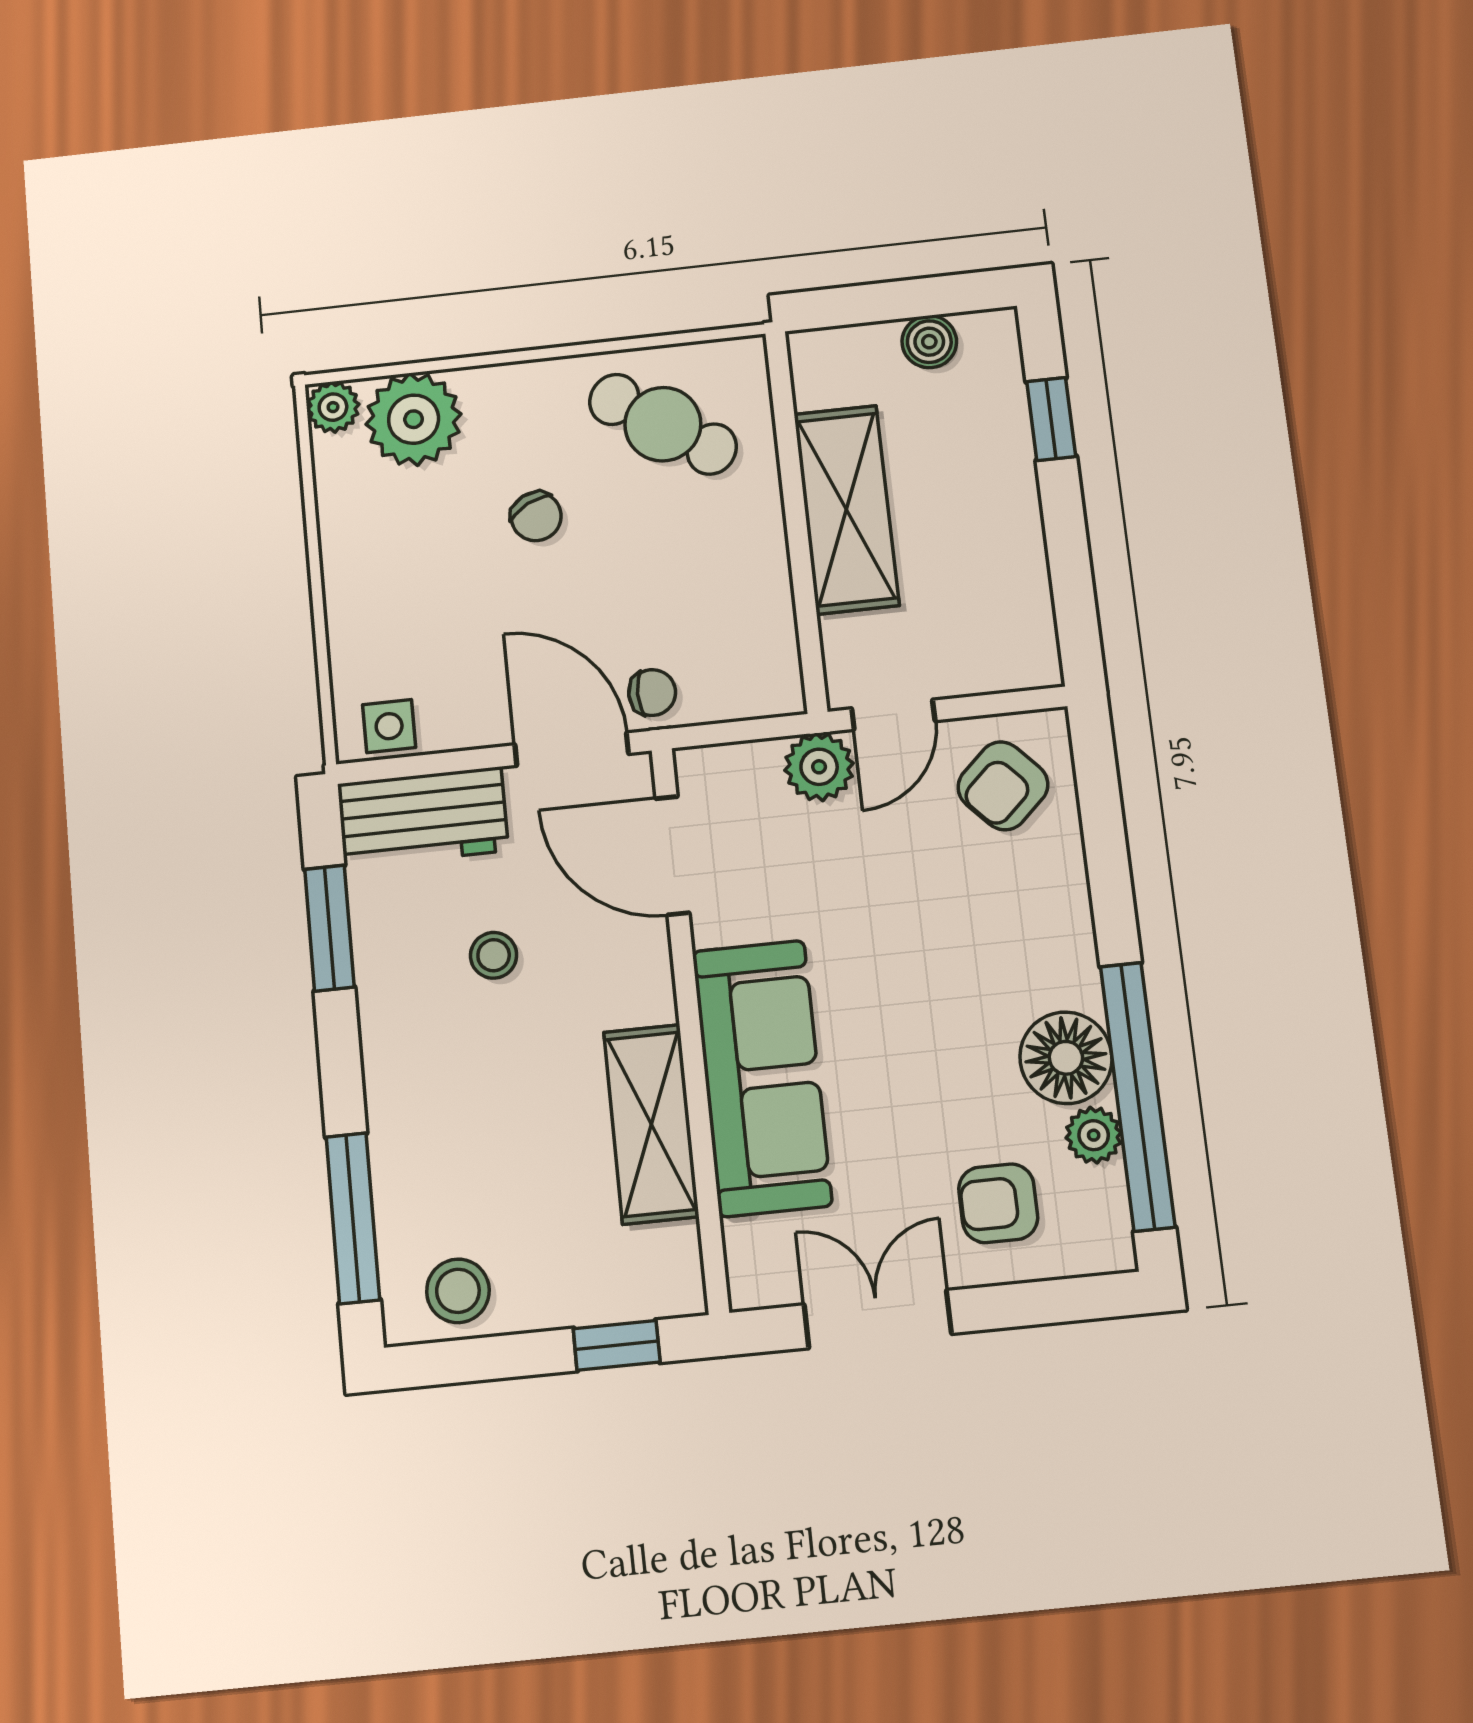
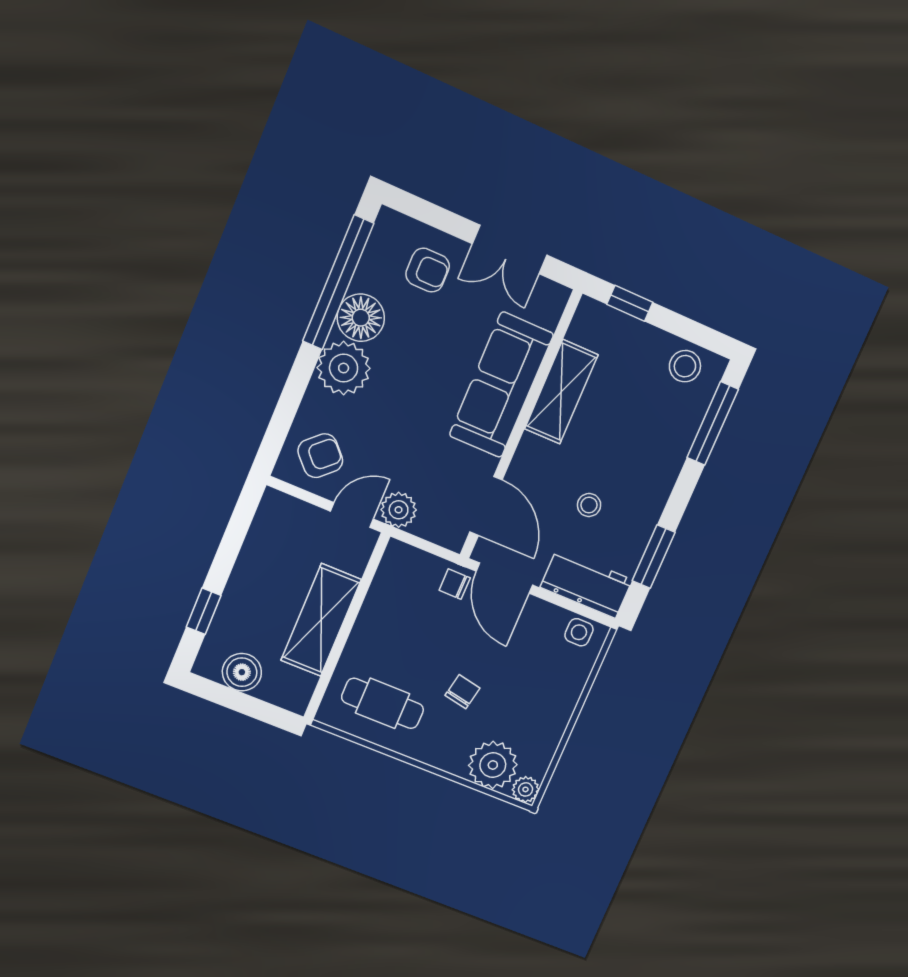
boiler: (929, 342) -> (242, 672), width x1.36, depth x1.36
cafe table: (663, 424) -> (383, 703), turned -34
chair: (536, 516) -> (463, 692), turned 38
plant: (1094, 1135) -> (344, 368), moved, width x1.88, depth x1.88

